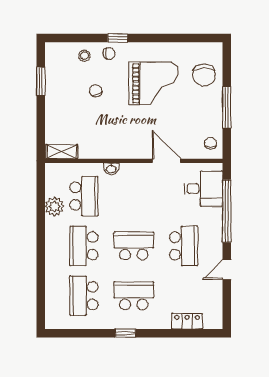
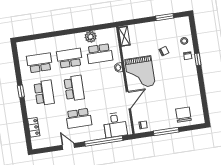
chair: (204, 75) -> (183, 115), turned 90
grand piano: (154, 83) -> (140, 72), moved

